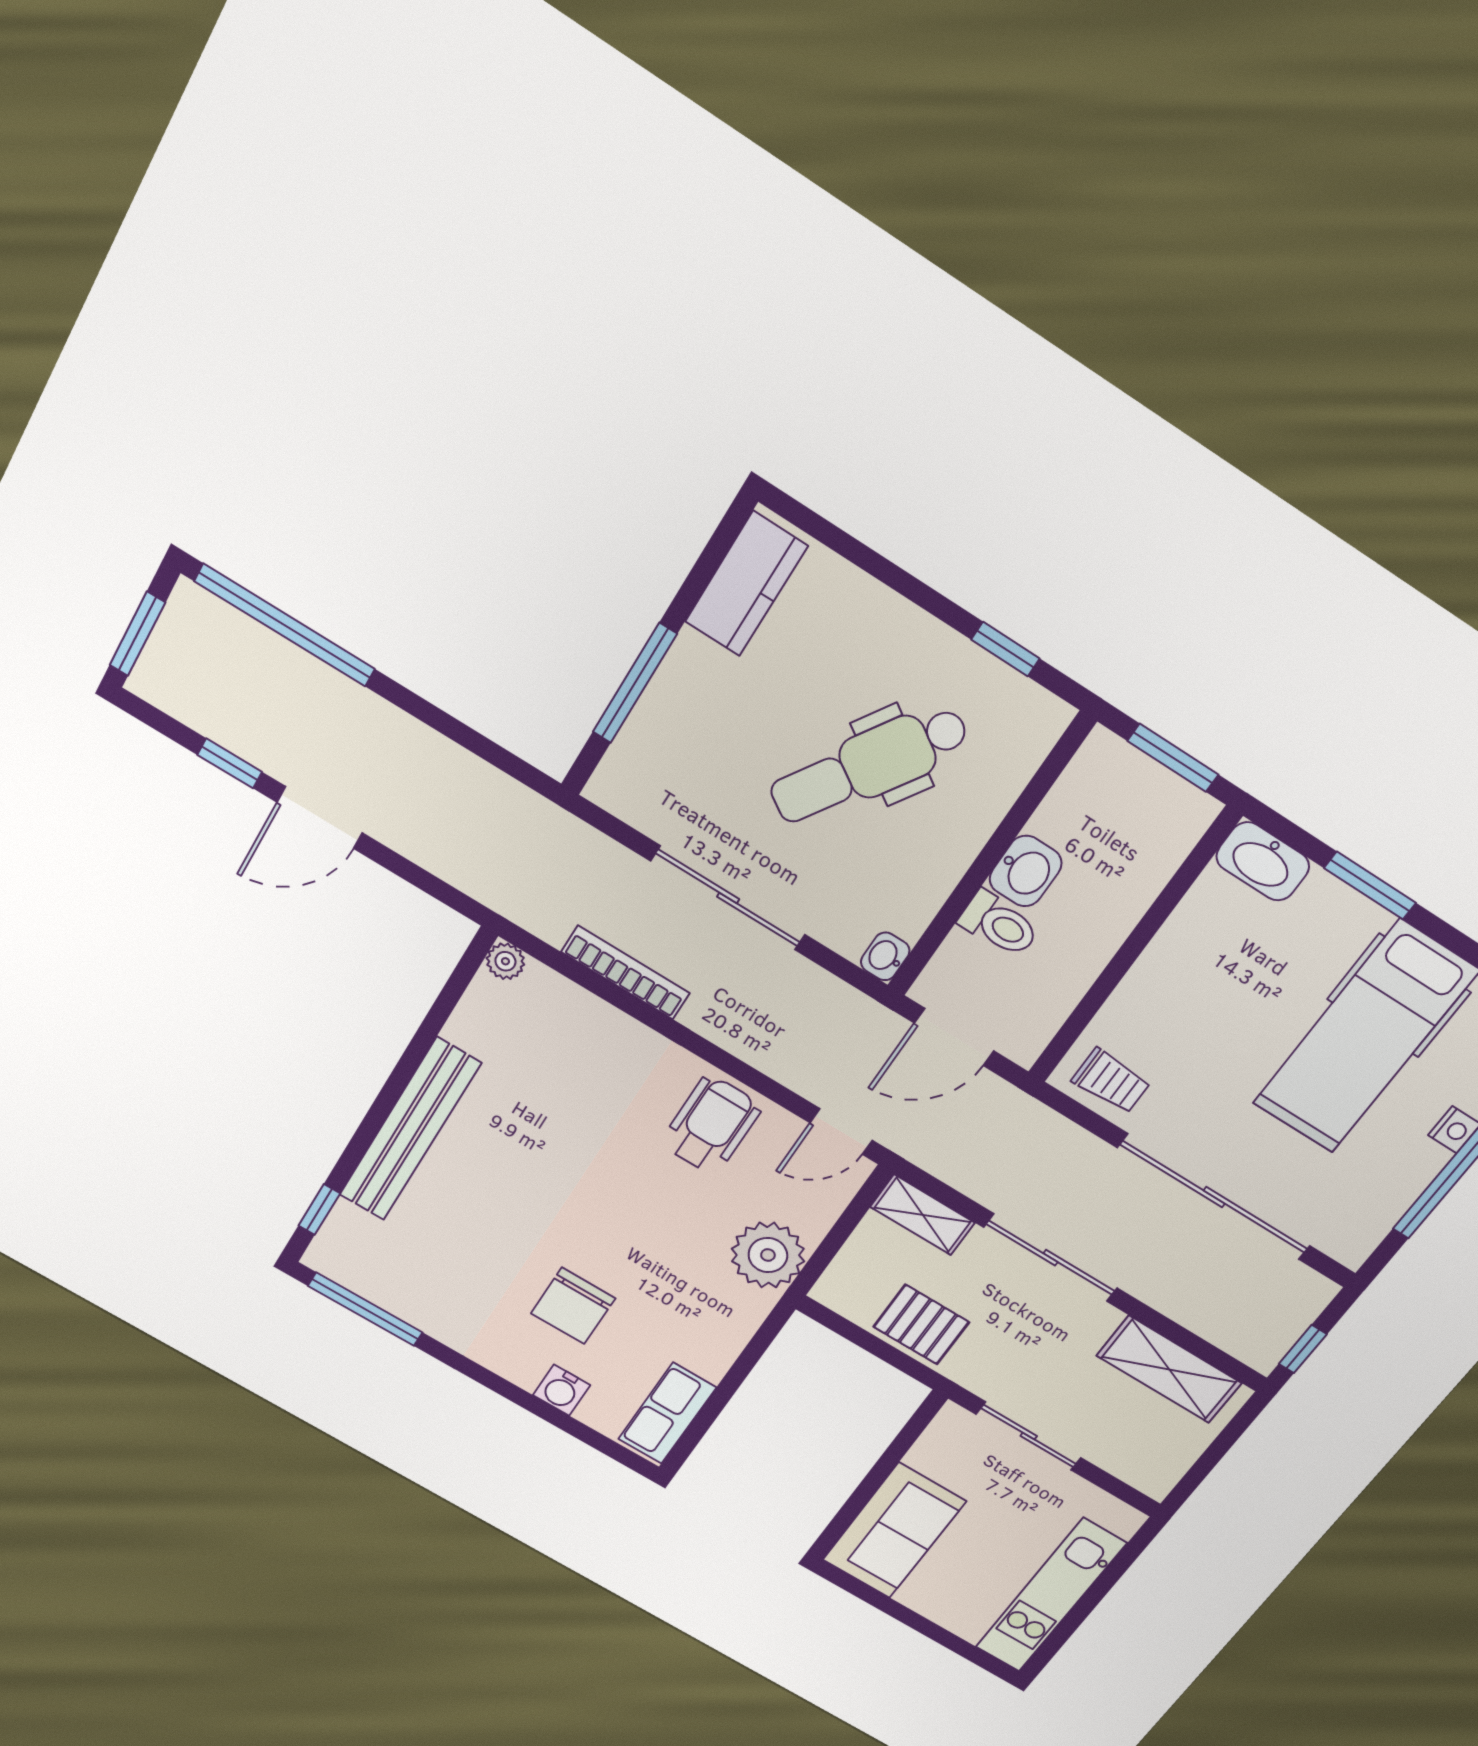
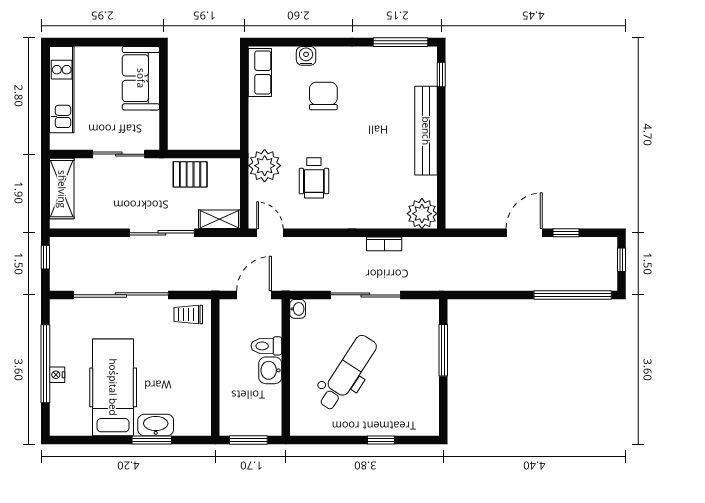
kitchen counter: (746, 584) -> (427, 407), removed
window: (137, 634) -> (621, 260), width x0.67
window: (1005, 649) -> (381, 440), moved
washbasin: (1263, 861) -> (156, 425), moved
plant: (505, 961) -> (422, 214), width x1.87, depth x1.87
bookcase: (626, 973) -> (384, 244), width x0.64
wheelchair: (711, 1125) -> (314, 178), moved
door: (841, 1132) -> (270, 233), hinge flipped
shelving: (1169, 1369) -> (62, 189), moved, turned 90

